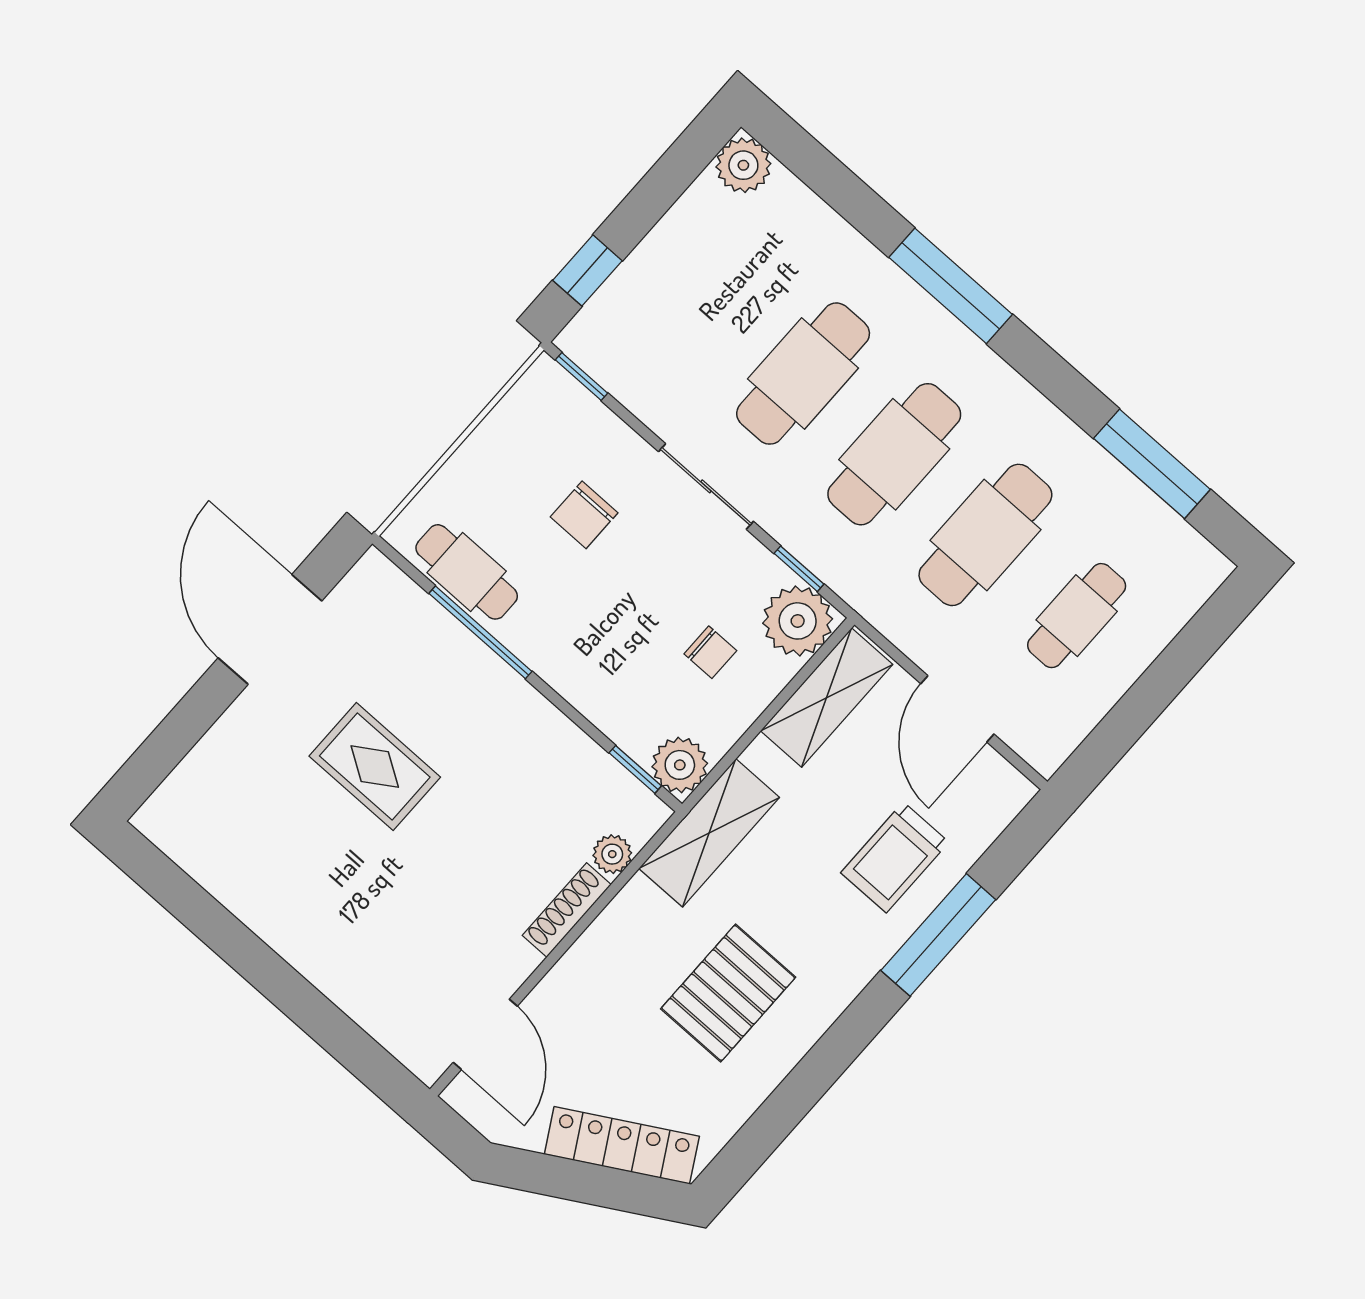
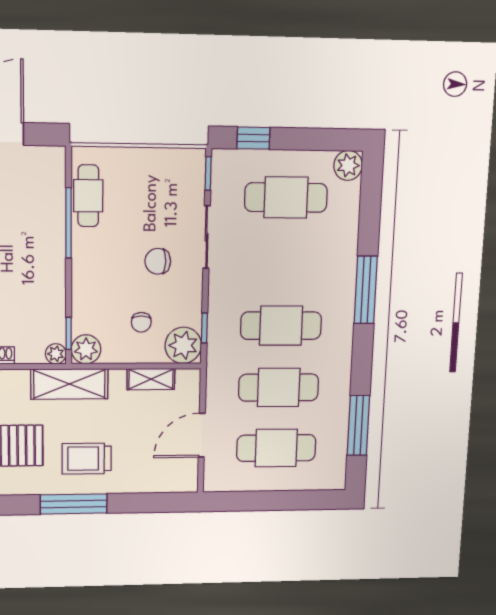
cafe table: (803, 374) -> (286, 198), moved
sliding door: (706, 486) -> (207, 237), moved
chair: (584, 515) -> (158, 261), moved
cafe table: (1077, 616) -> (276, 448), width x1.37, depth x1.35
shelving: (827, 698) -> (151, 379), width x0.67, depth x0.75
plant: (612, 854) -> (56, 354), moved
trolley: (895, 857) -> (87, 459), moved
window: (938, 935) -> (74, 504), moved

